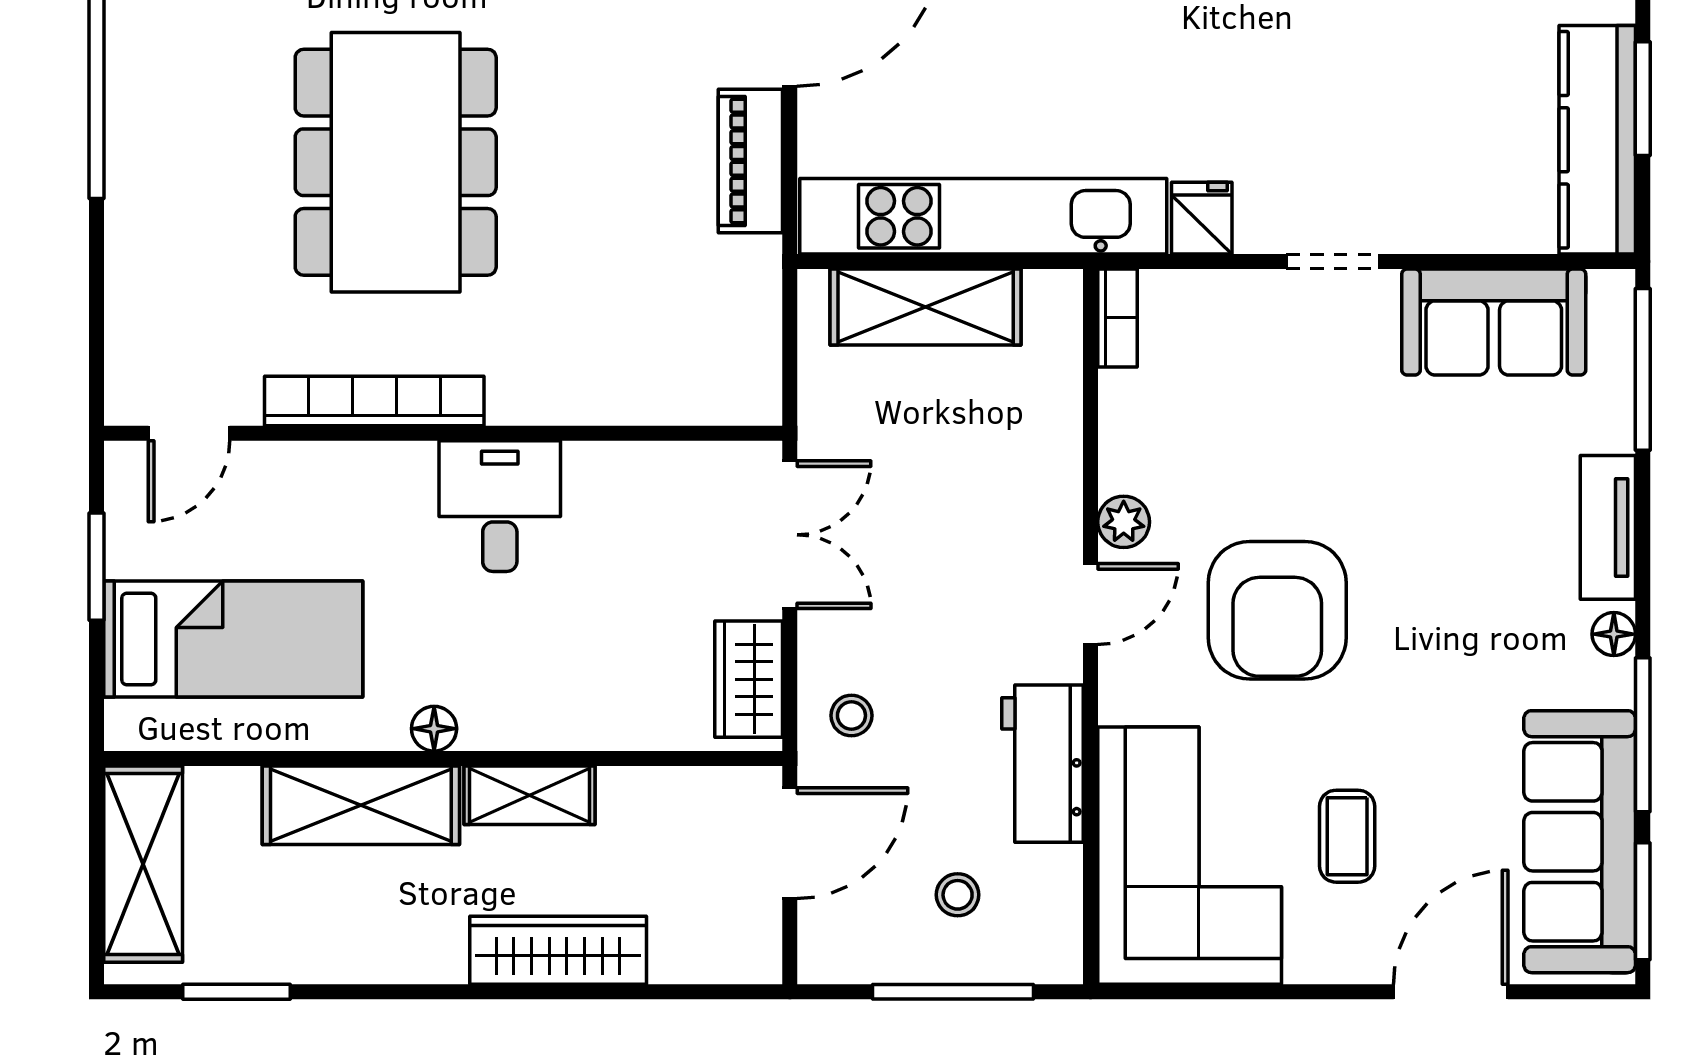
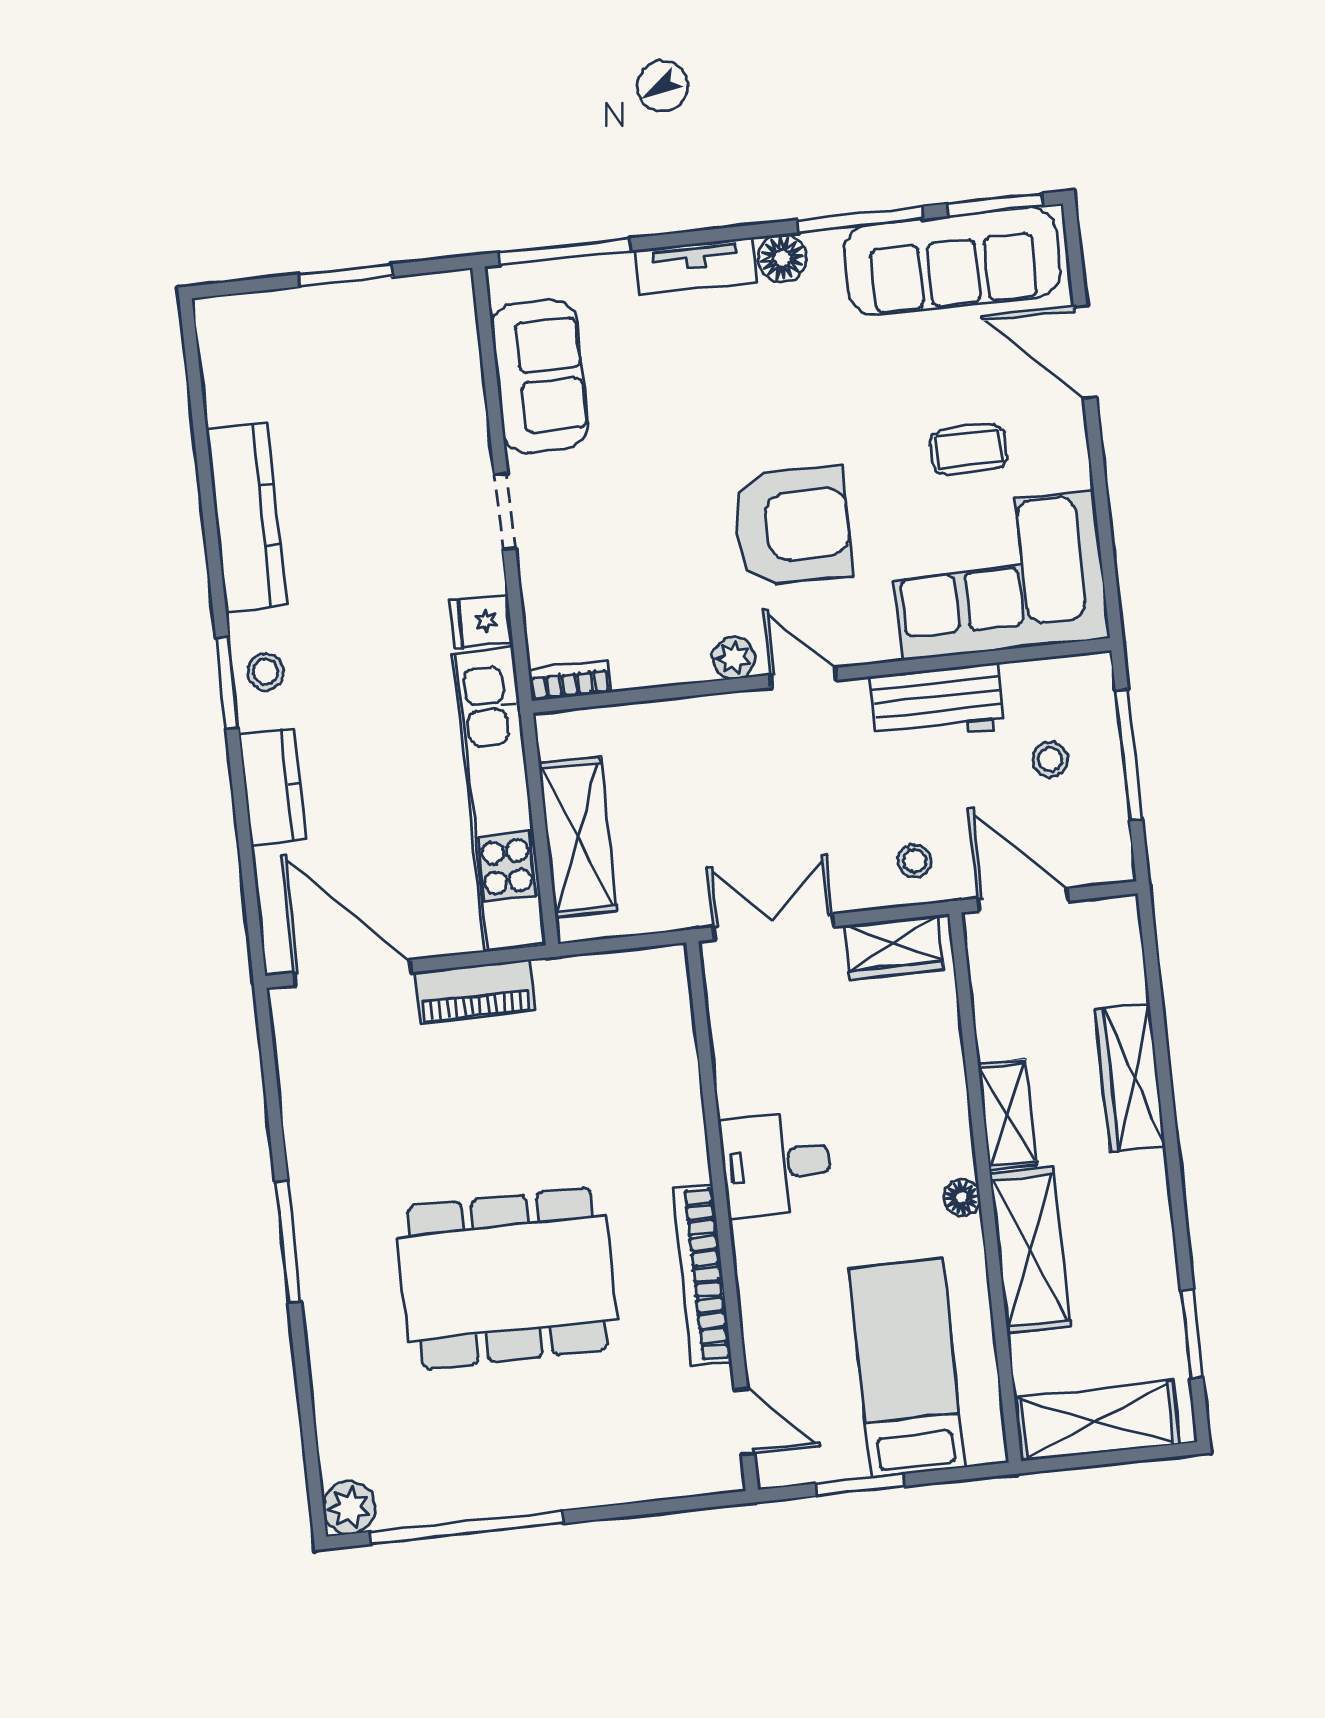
kitchen counter: (1597, 140) -> (383, 309), removed
floor lamp: (1614, 634) -> (782, 258), width x1.37, depth x1.37

